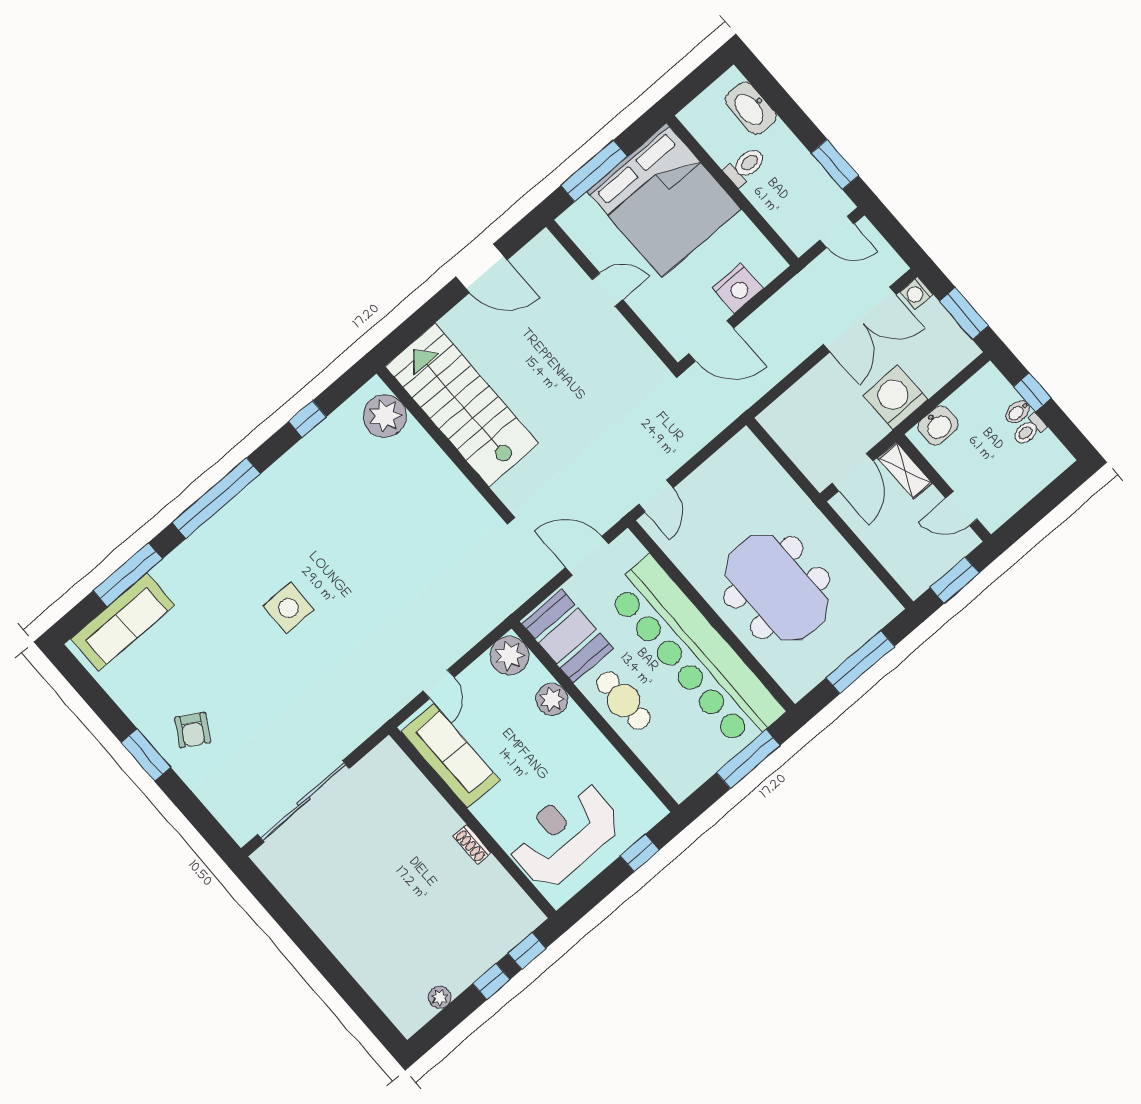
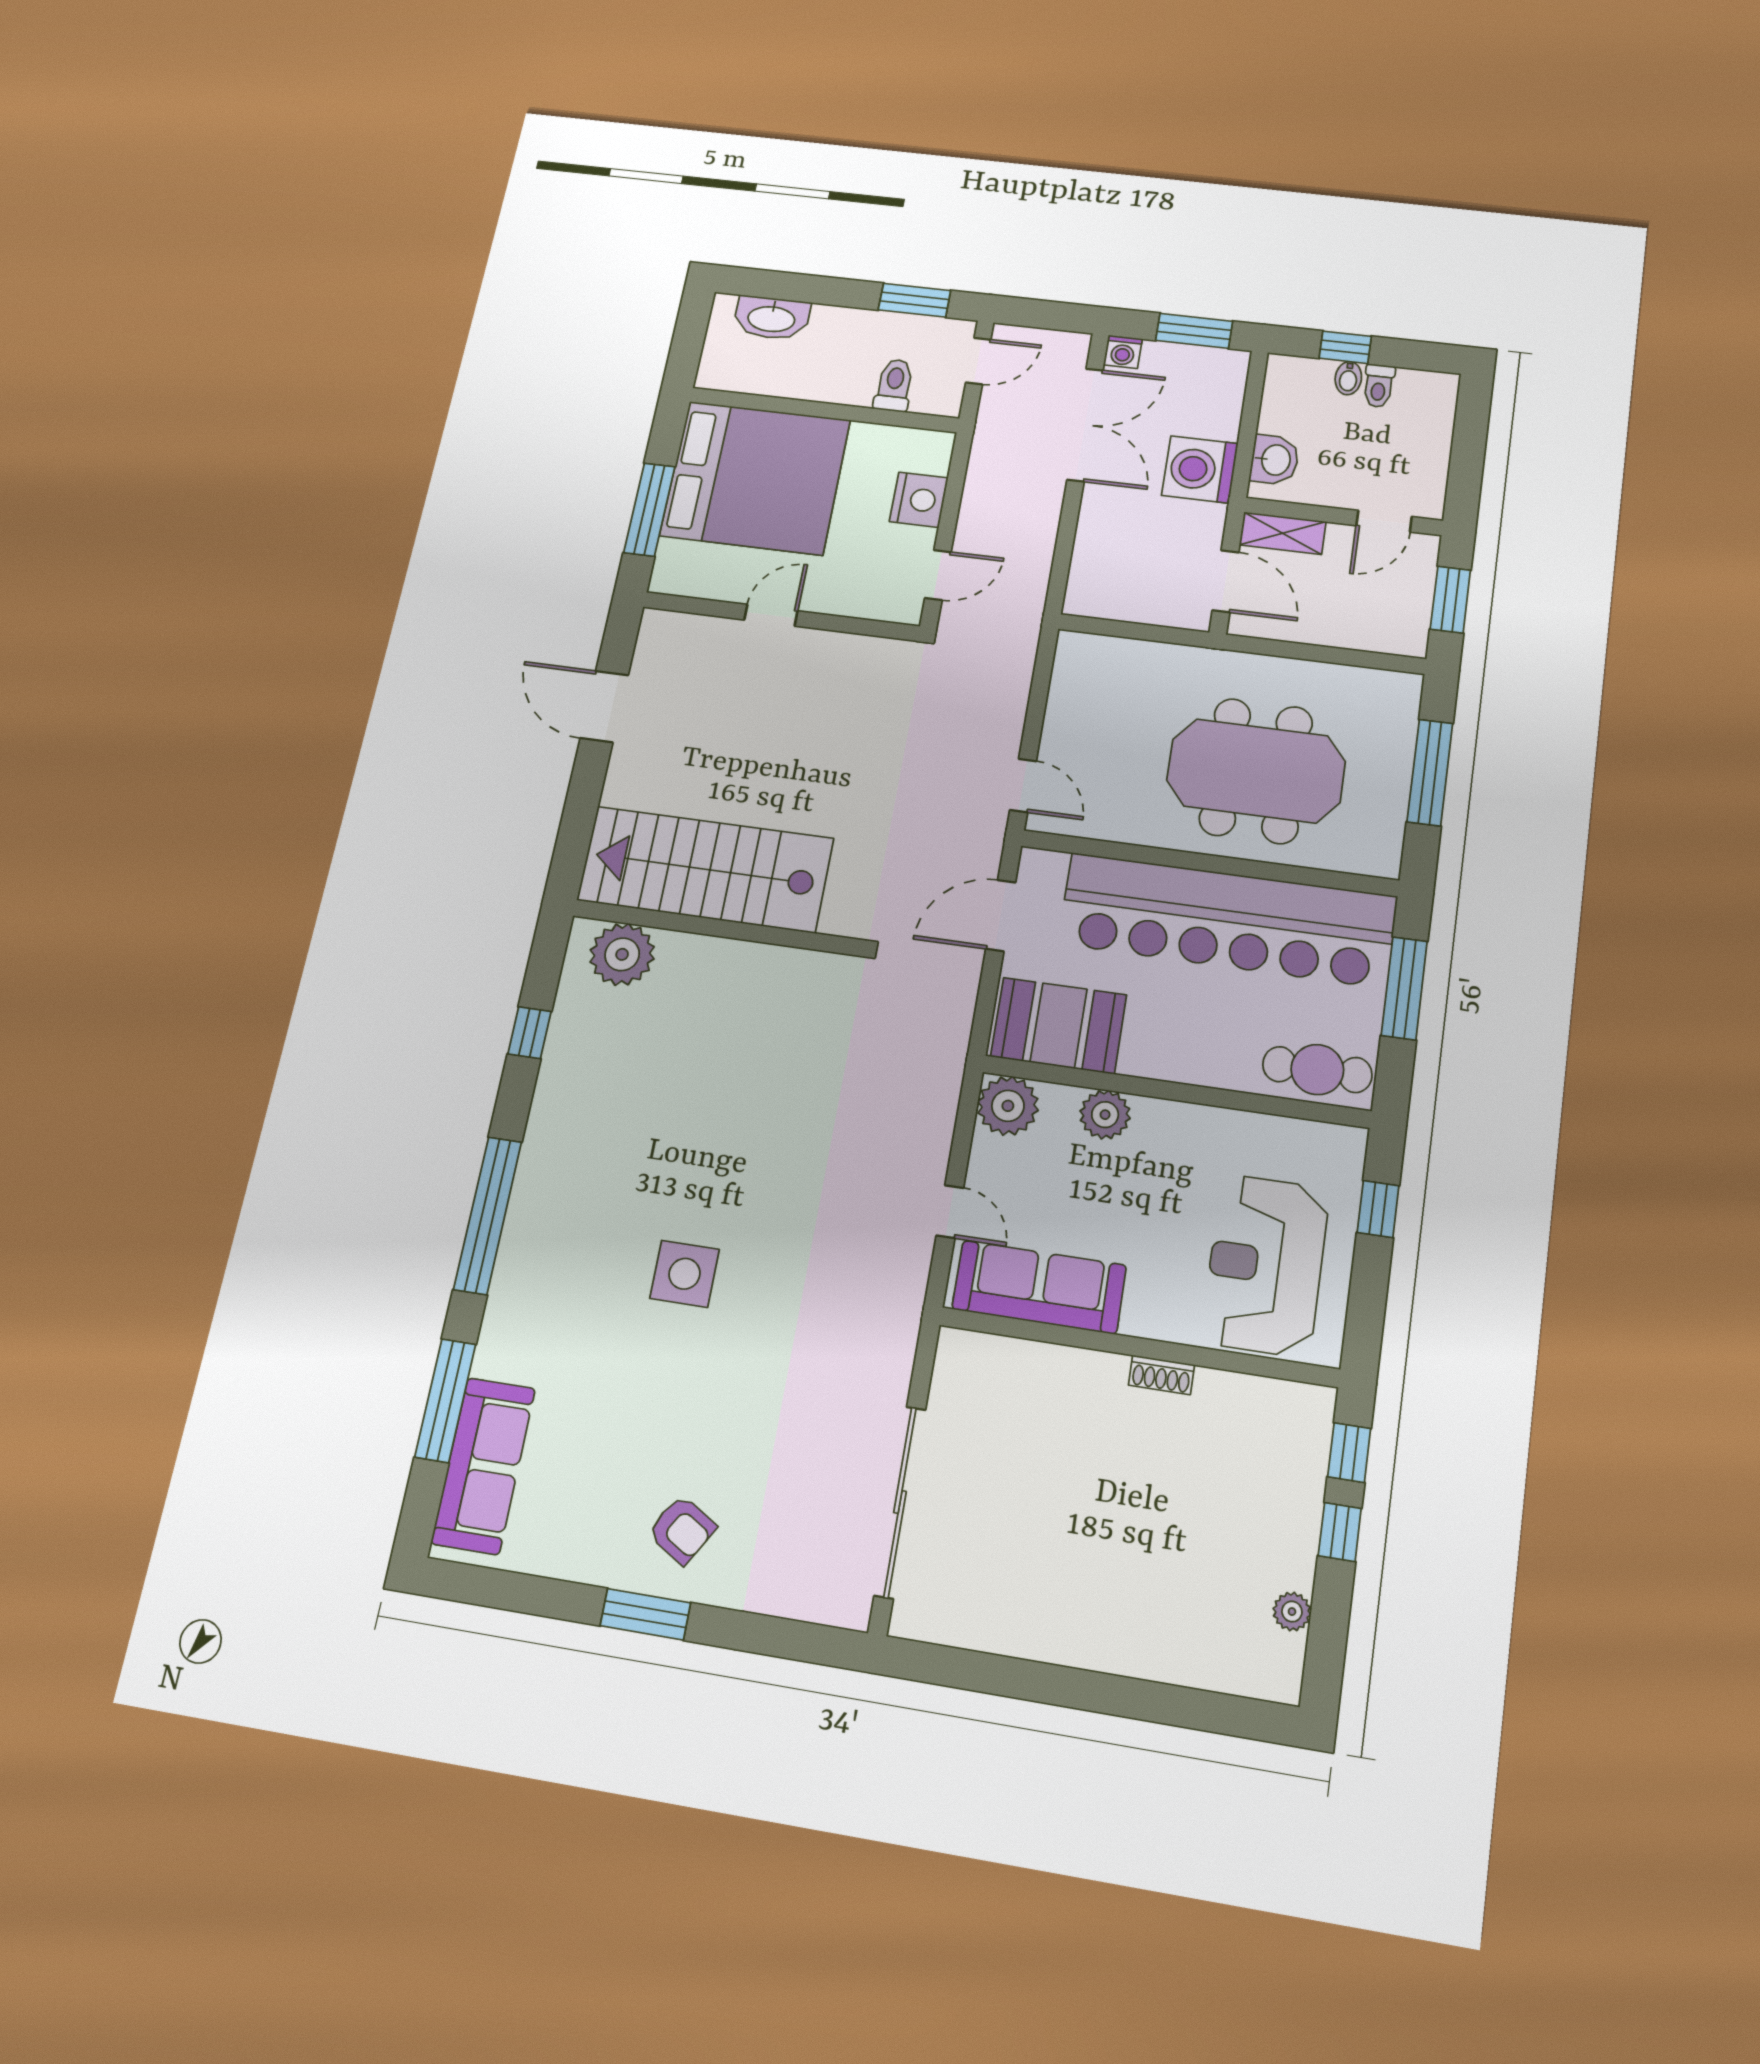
toilet: (745, 166) -> (894, 385), moved
door: (481, 268) -> (604, 706), swing flipped
door: (711, 341) -> (938, 575), width x0.73
cafe table: (623, 701) -> (1317, 1070), moved

